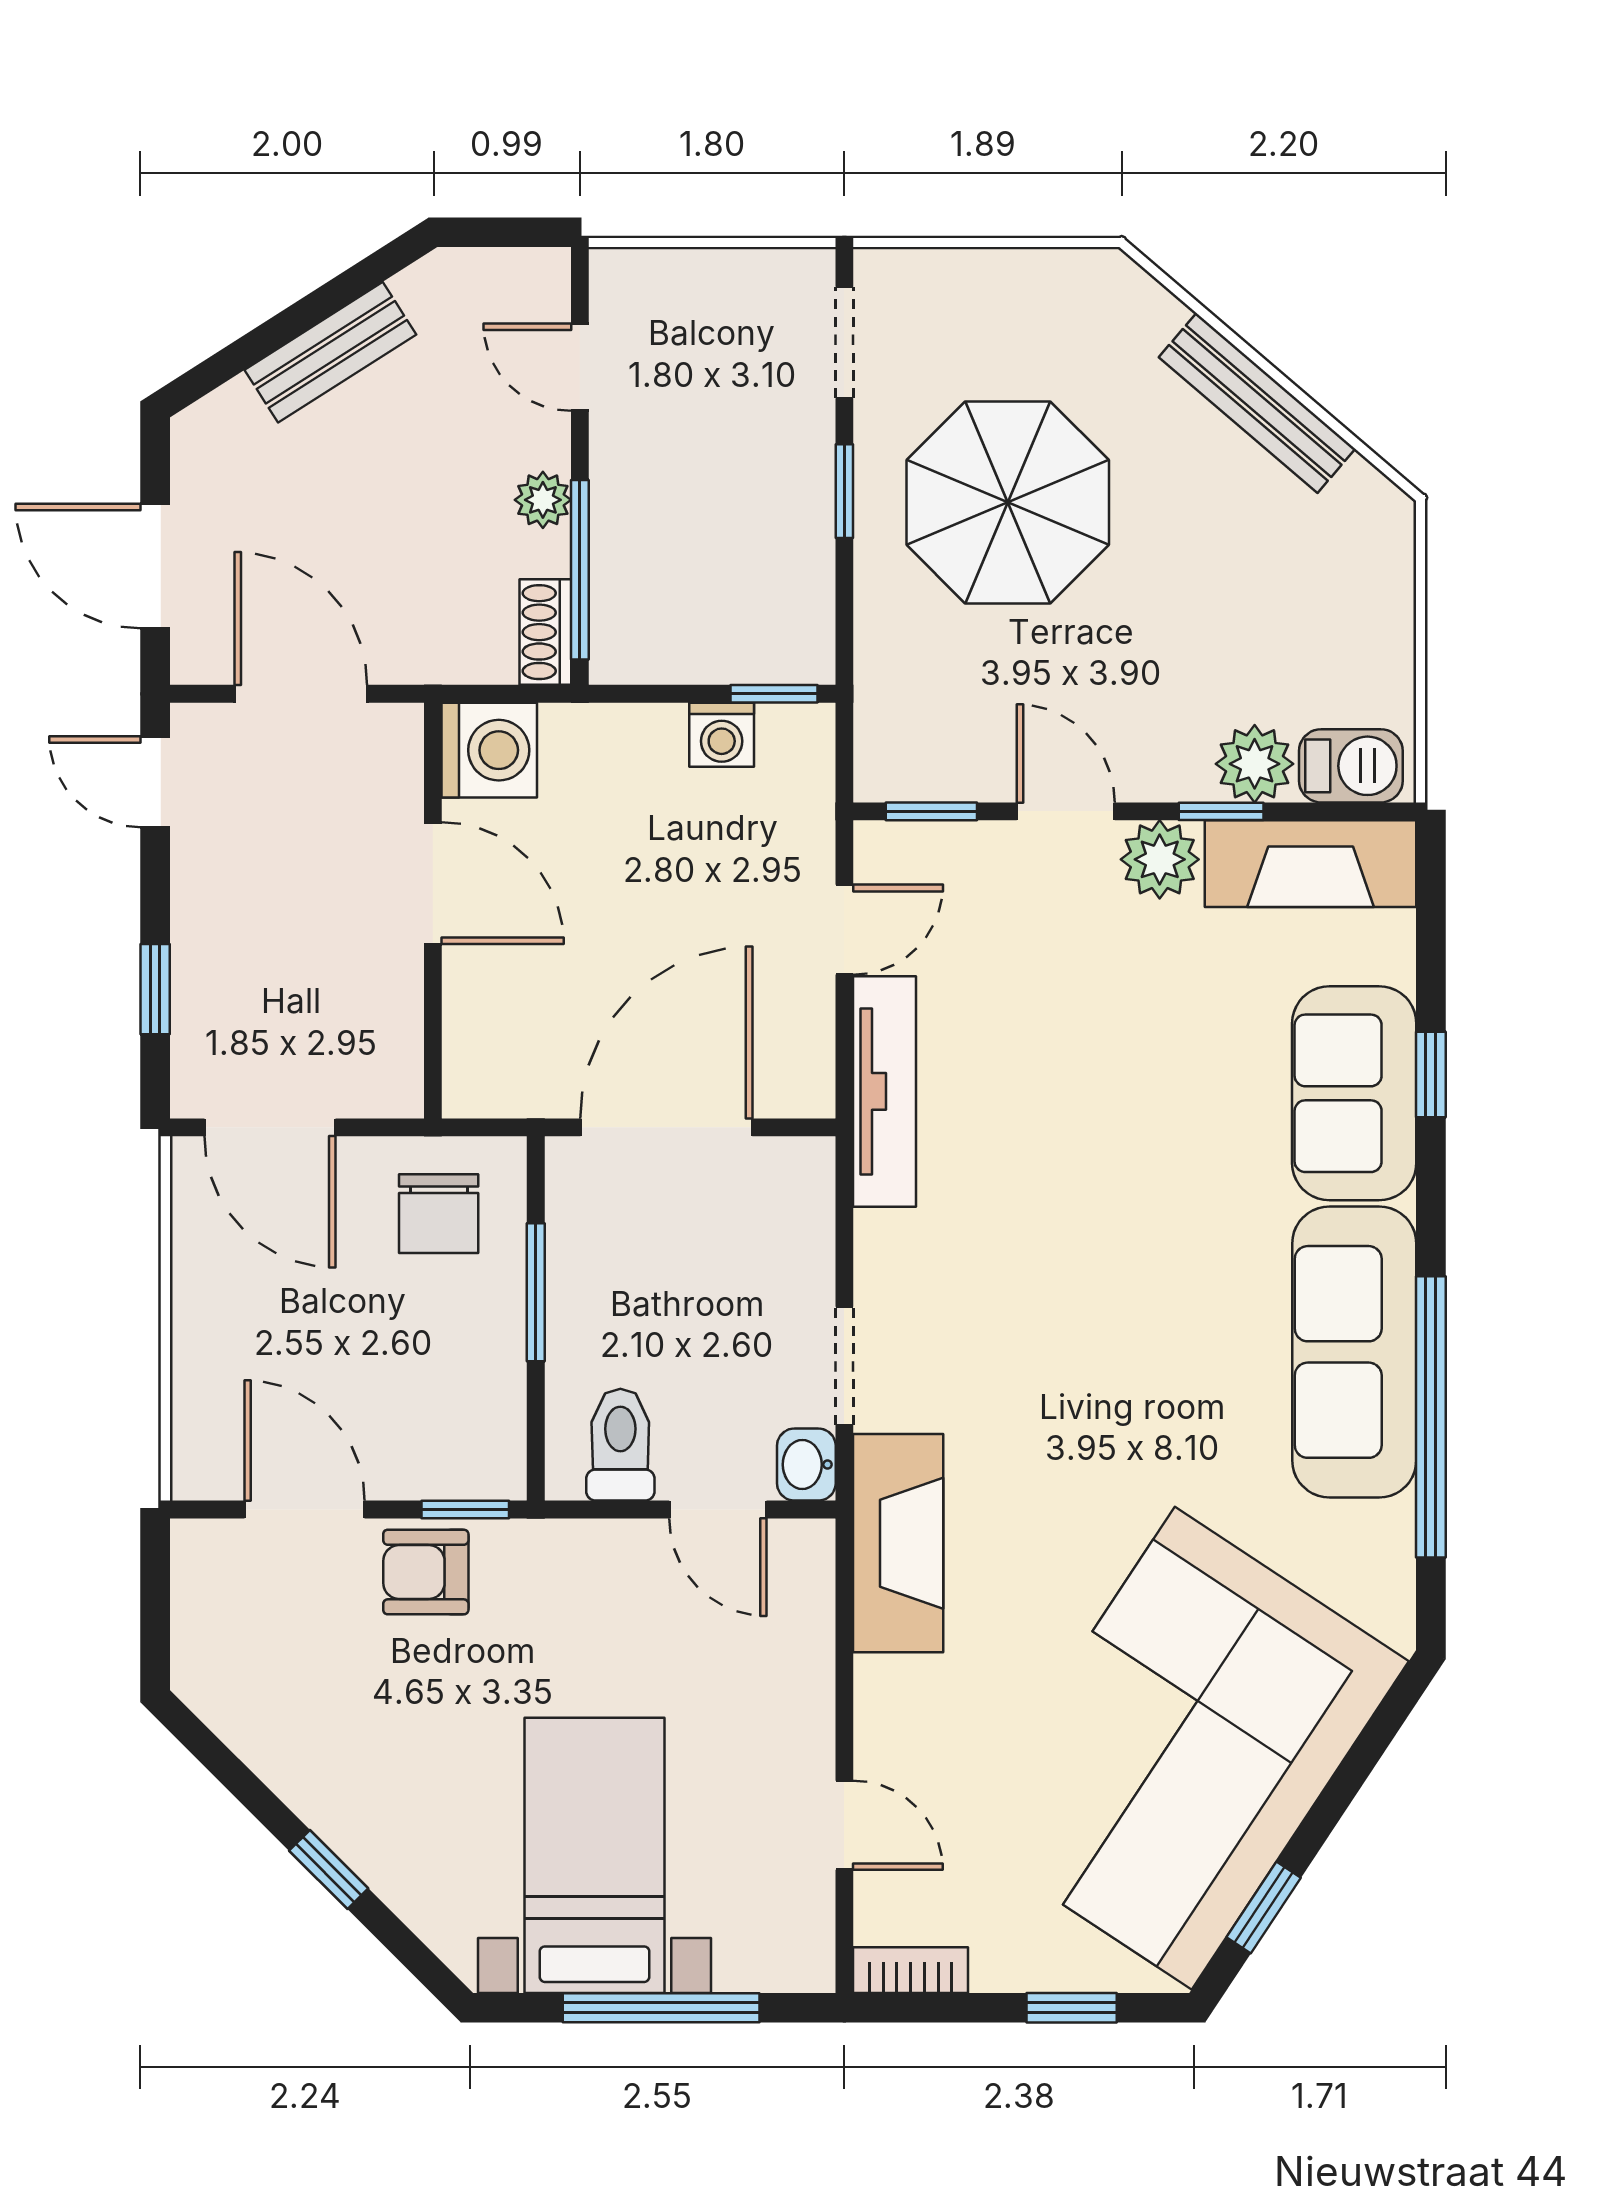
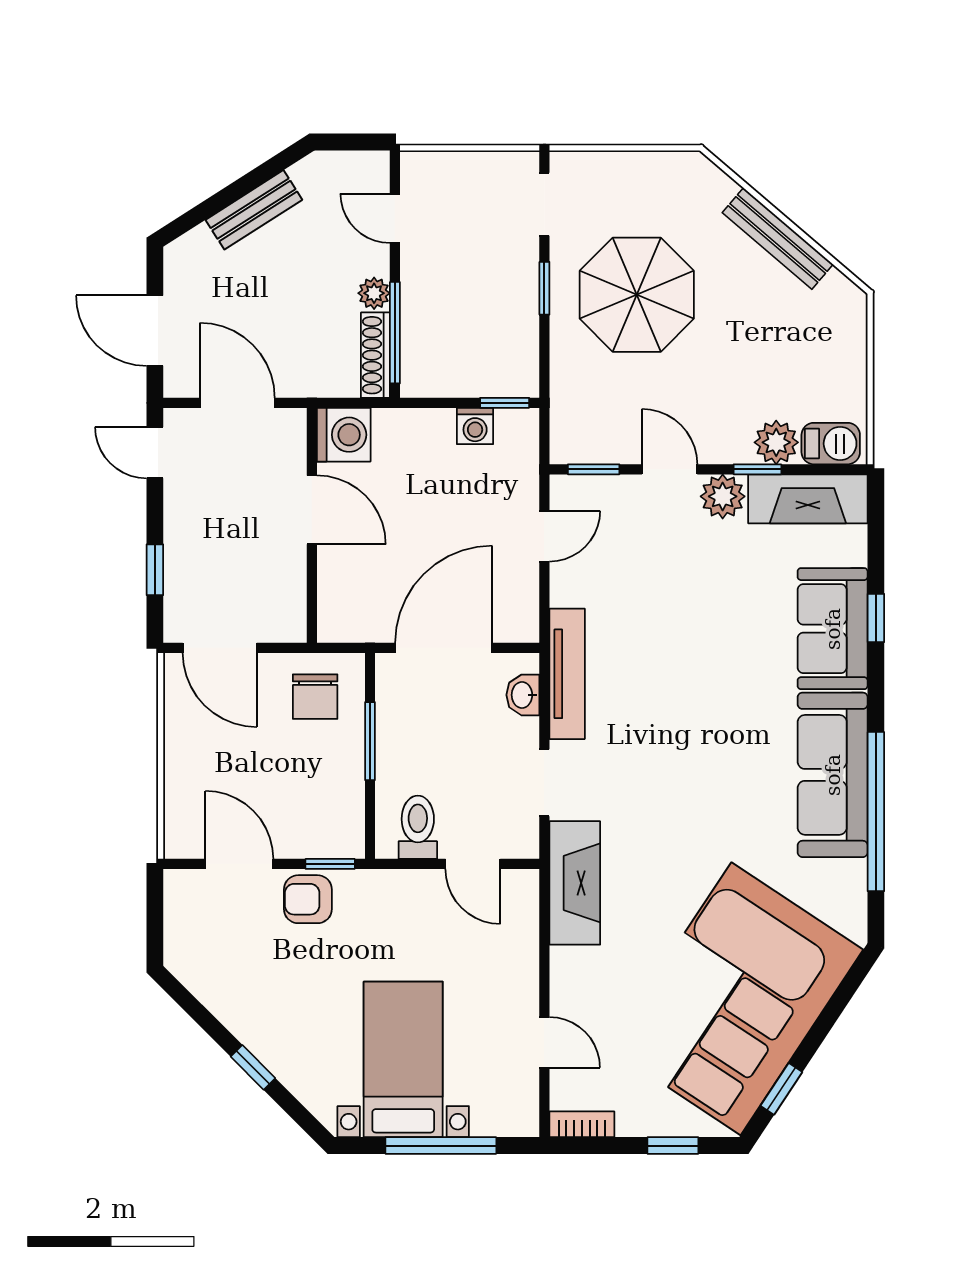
shoe rack: (545, 632) -> (375, 355), width x1.43
tv unit: (885, 1091) -> (567, 674), moved
washbasin: (806, 1465) -> (523, 695), moved

